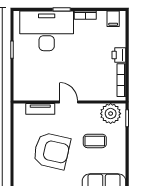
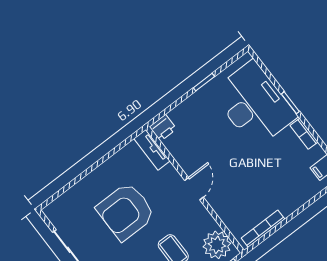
printer: (119, 55) -> (163, 128), moved, turned 180
tv unit: (40, 109) -> (152, 150), moved
armchair: (52, 151) -> (126, 211), turned 77

